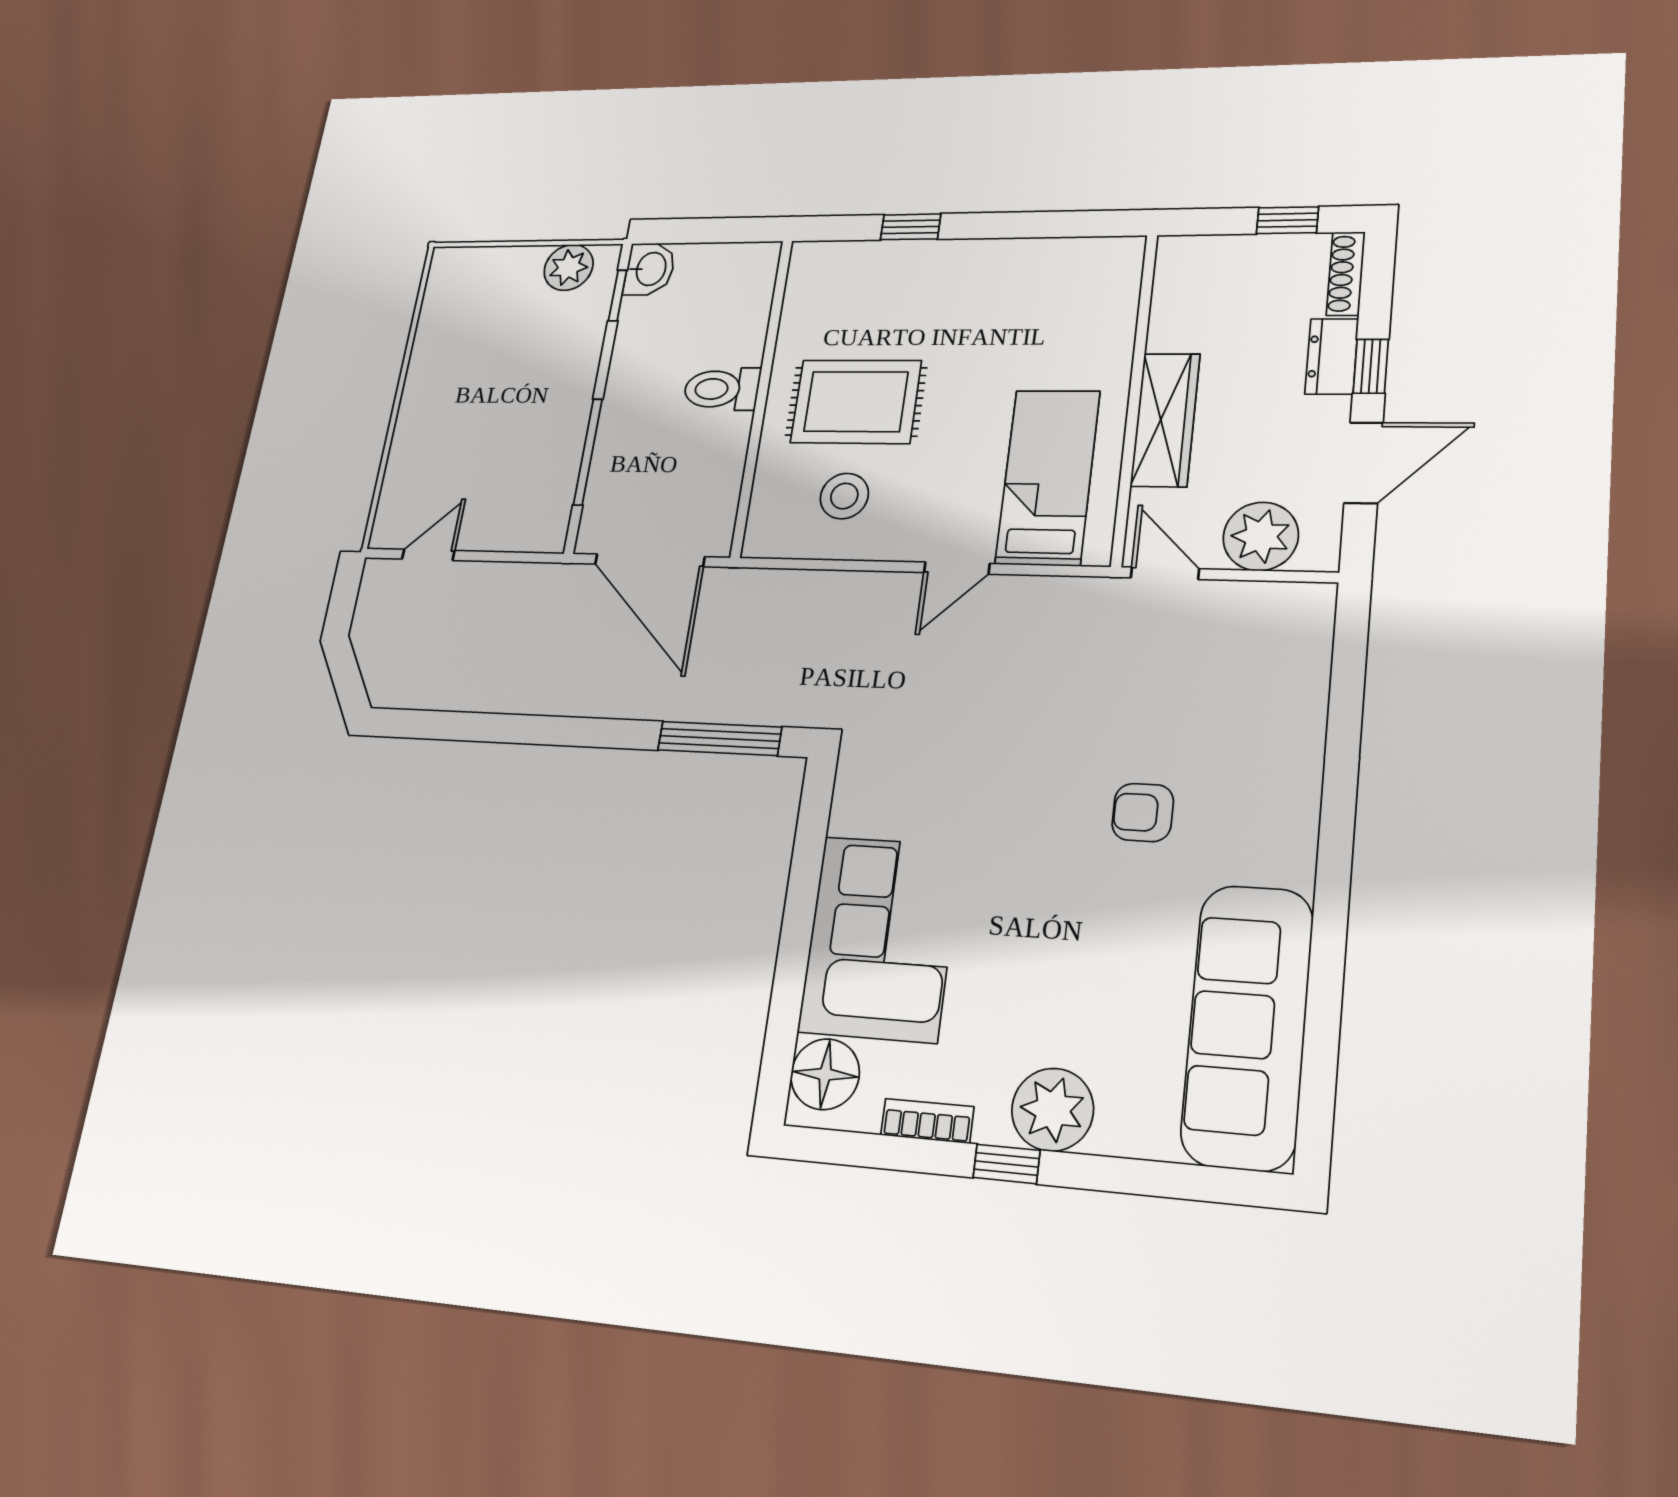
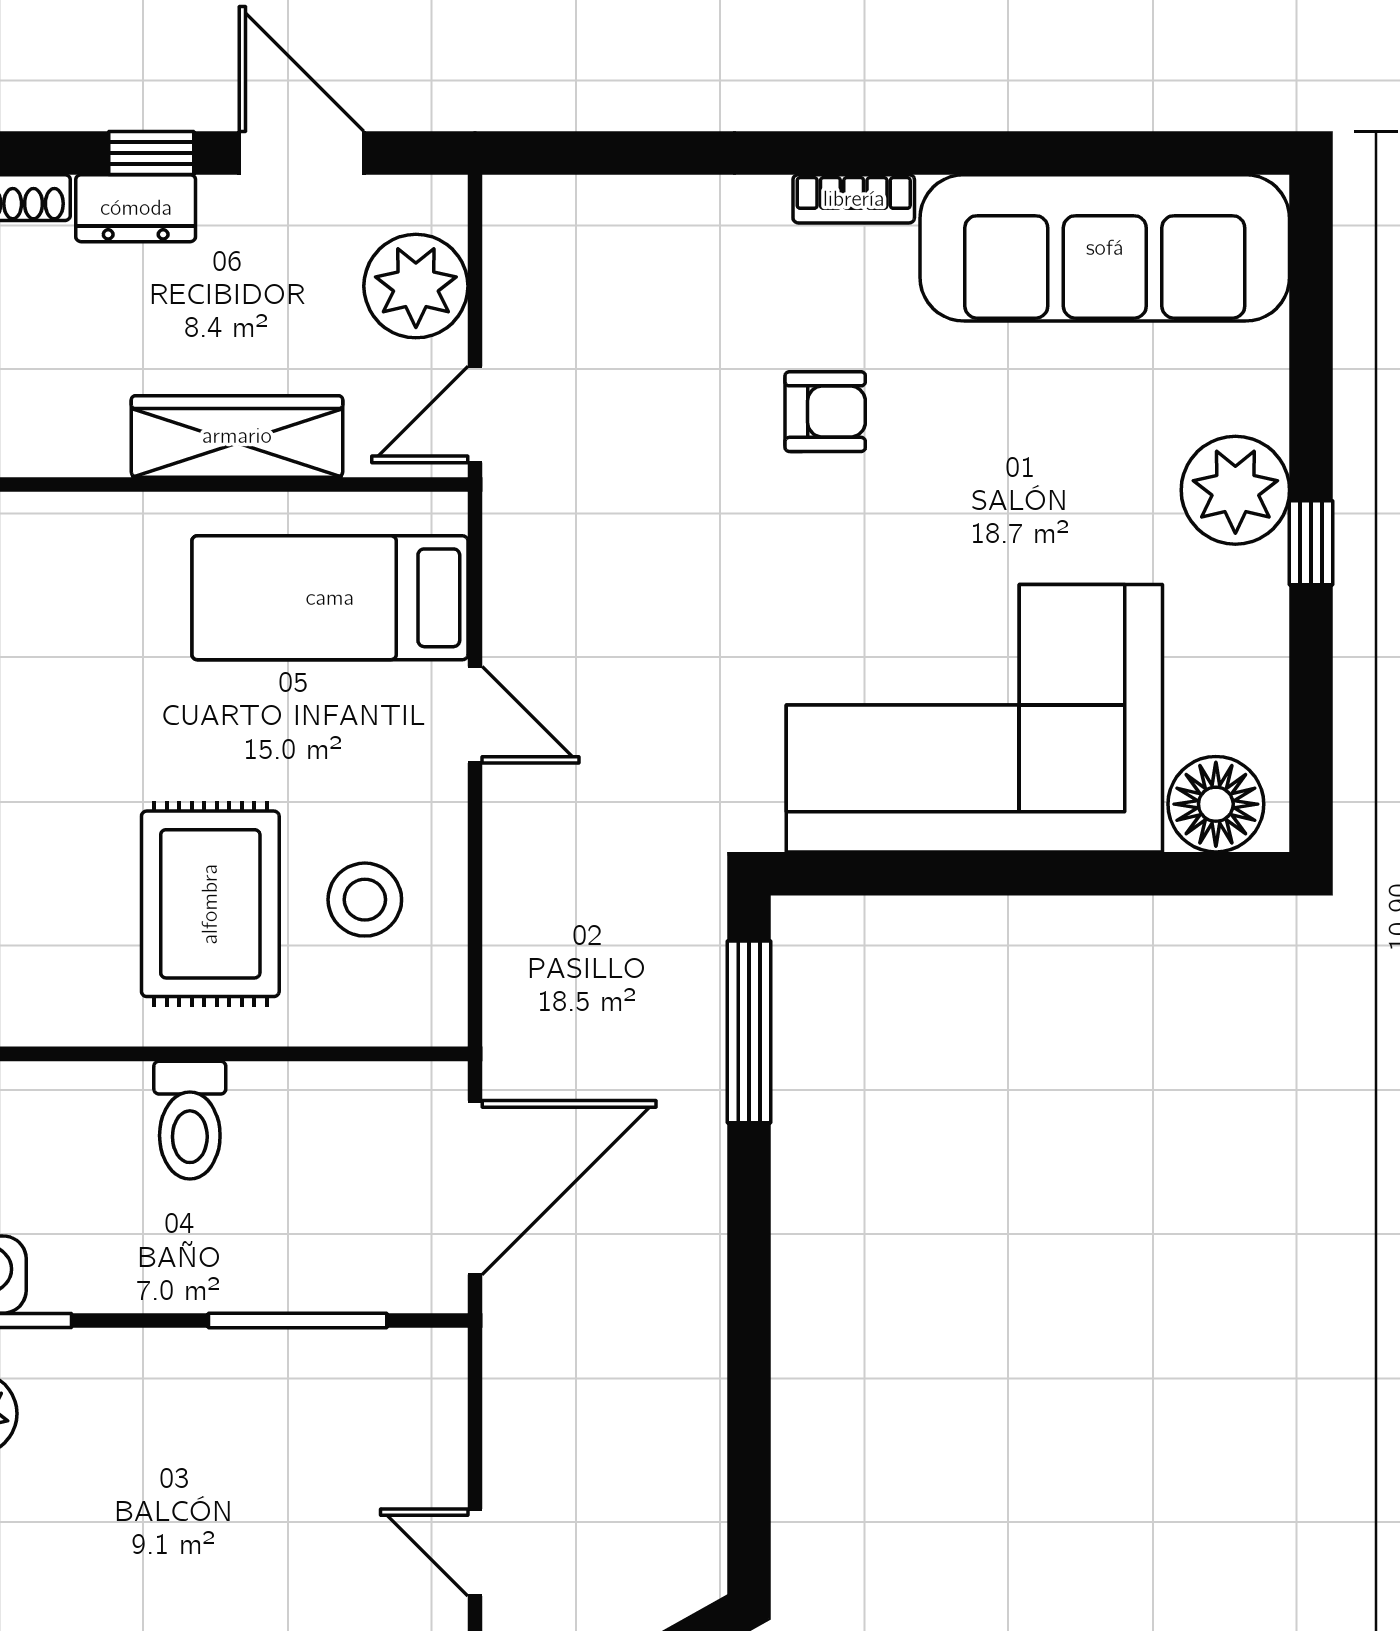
armchair: (1143, 812) -> (825, 412), turned -90
corner sofa: (880, 938) -> (974, 718), width x1.36, depth x1.36
bookcase: (927, 1121) -> (854, 199), moved, turned -90

